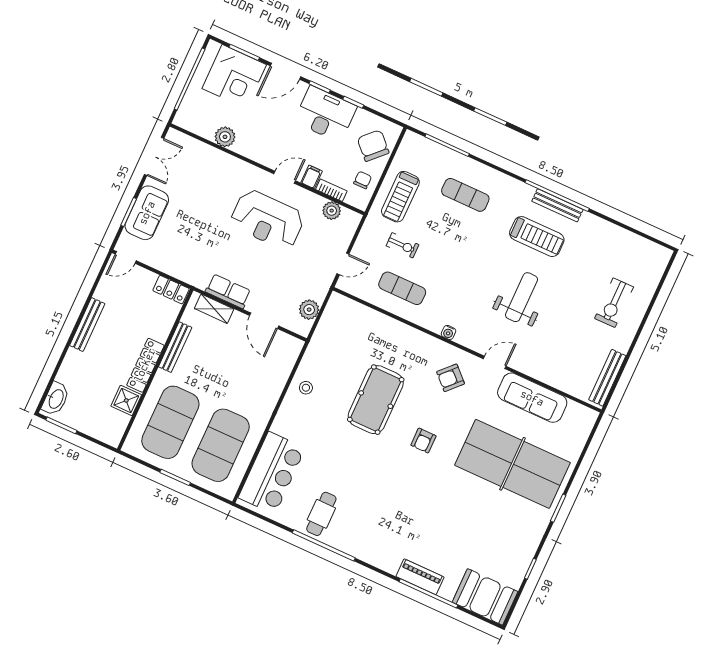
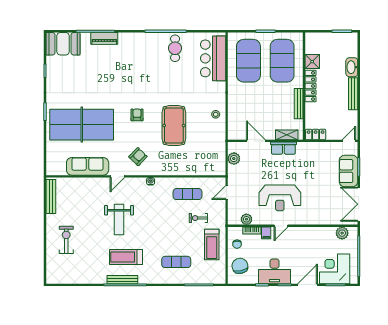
plant: (225, 137) -> (342, 233), moved
chair: (373, 146) -> (240, 266), turned -147
double door: (154, 156) -> (359, 204), width x1.37
treadmill: (400, 197) -> (212, 244), turned 180
reception desk: (267, 220) -> (280, 198), turned 180
washbasin: (56, 399) -> (352, 67), moved

